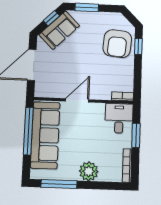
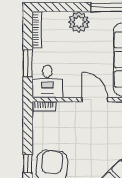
door: (77, 100) -> (95, 100), swing flipped

